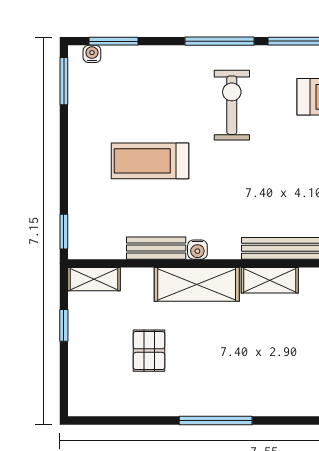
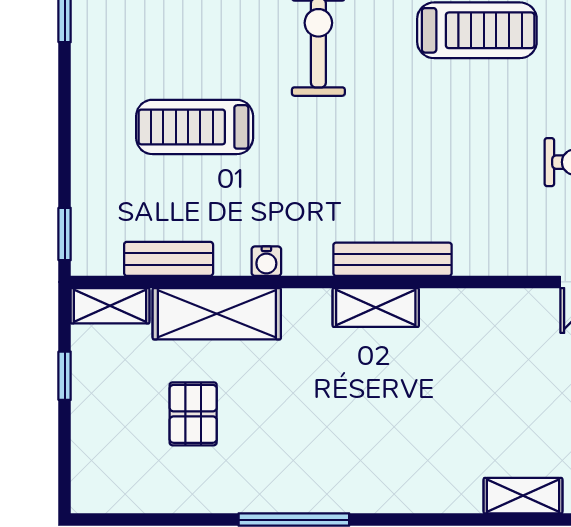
bench: (156, 248) -> (169, 259), moved
shelving: (197, 284) -> (217, 314), moved

